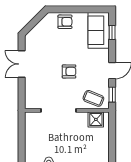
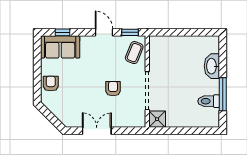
double door: (22, 64) -> (97, 131), swing flipped
armchair: (69, 71) -> (113, 89), moved
shower: (96, 119) -> (157, 119), moved

